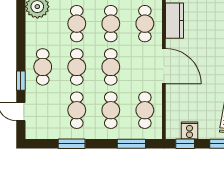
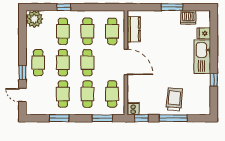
cooker: (190, 130) -> (133, 109), moved

